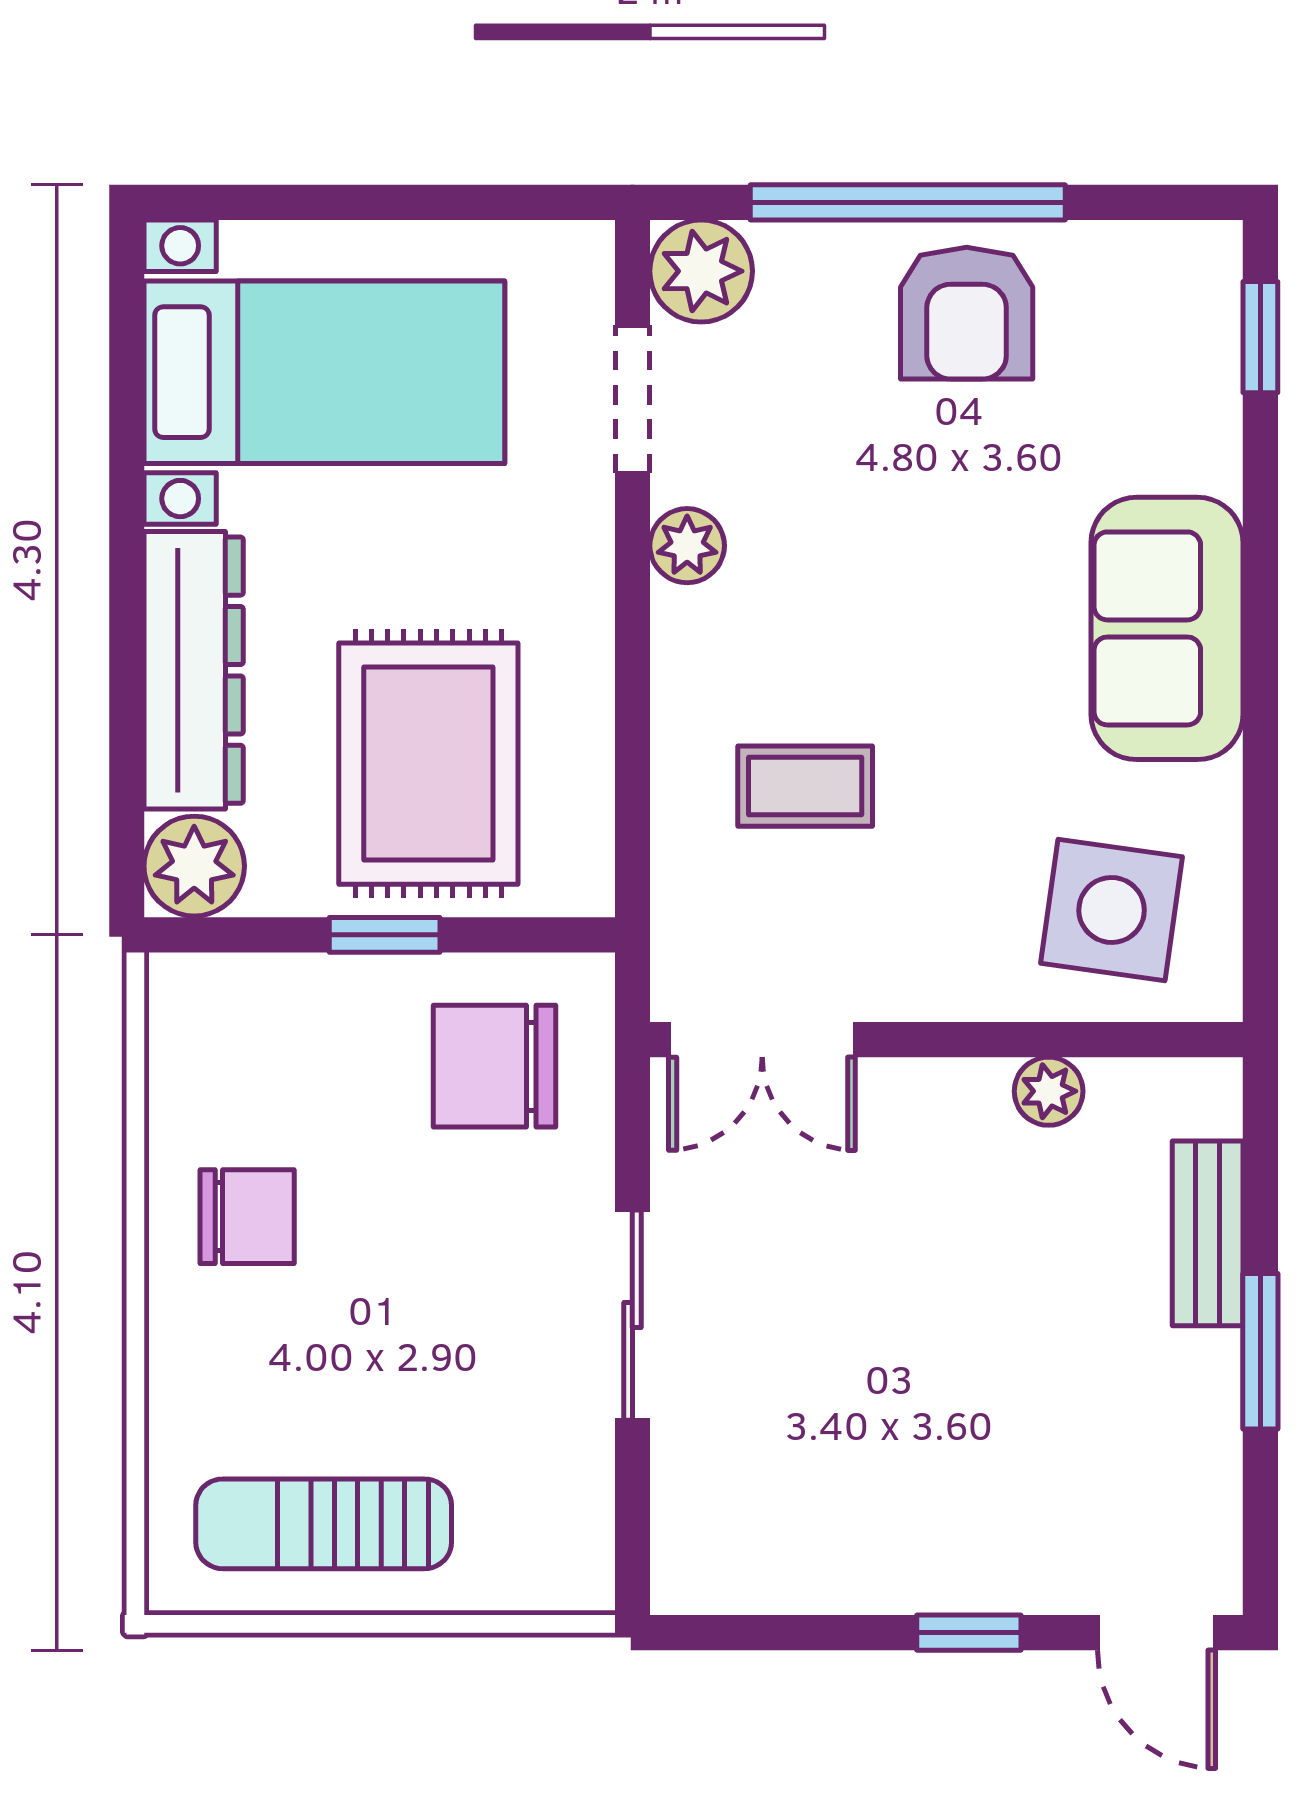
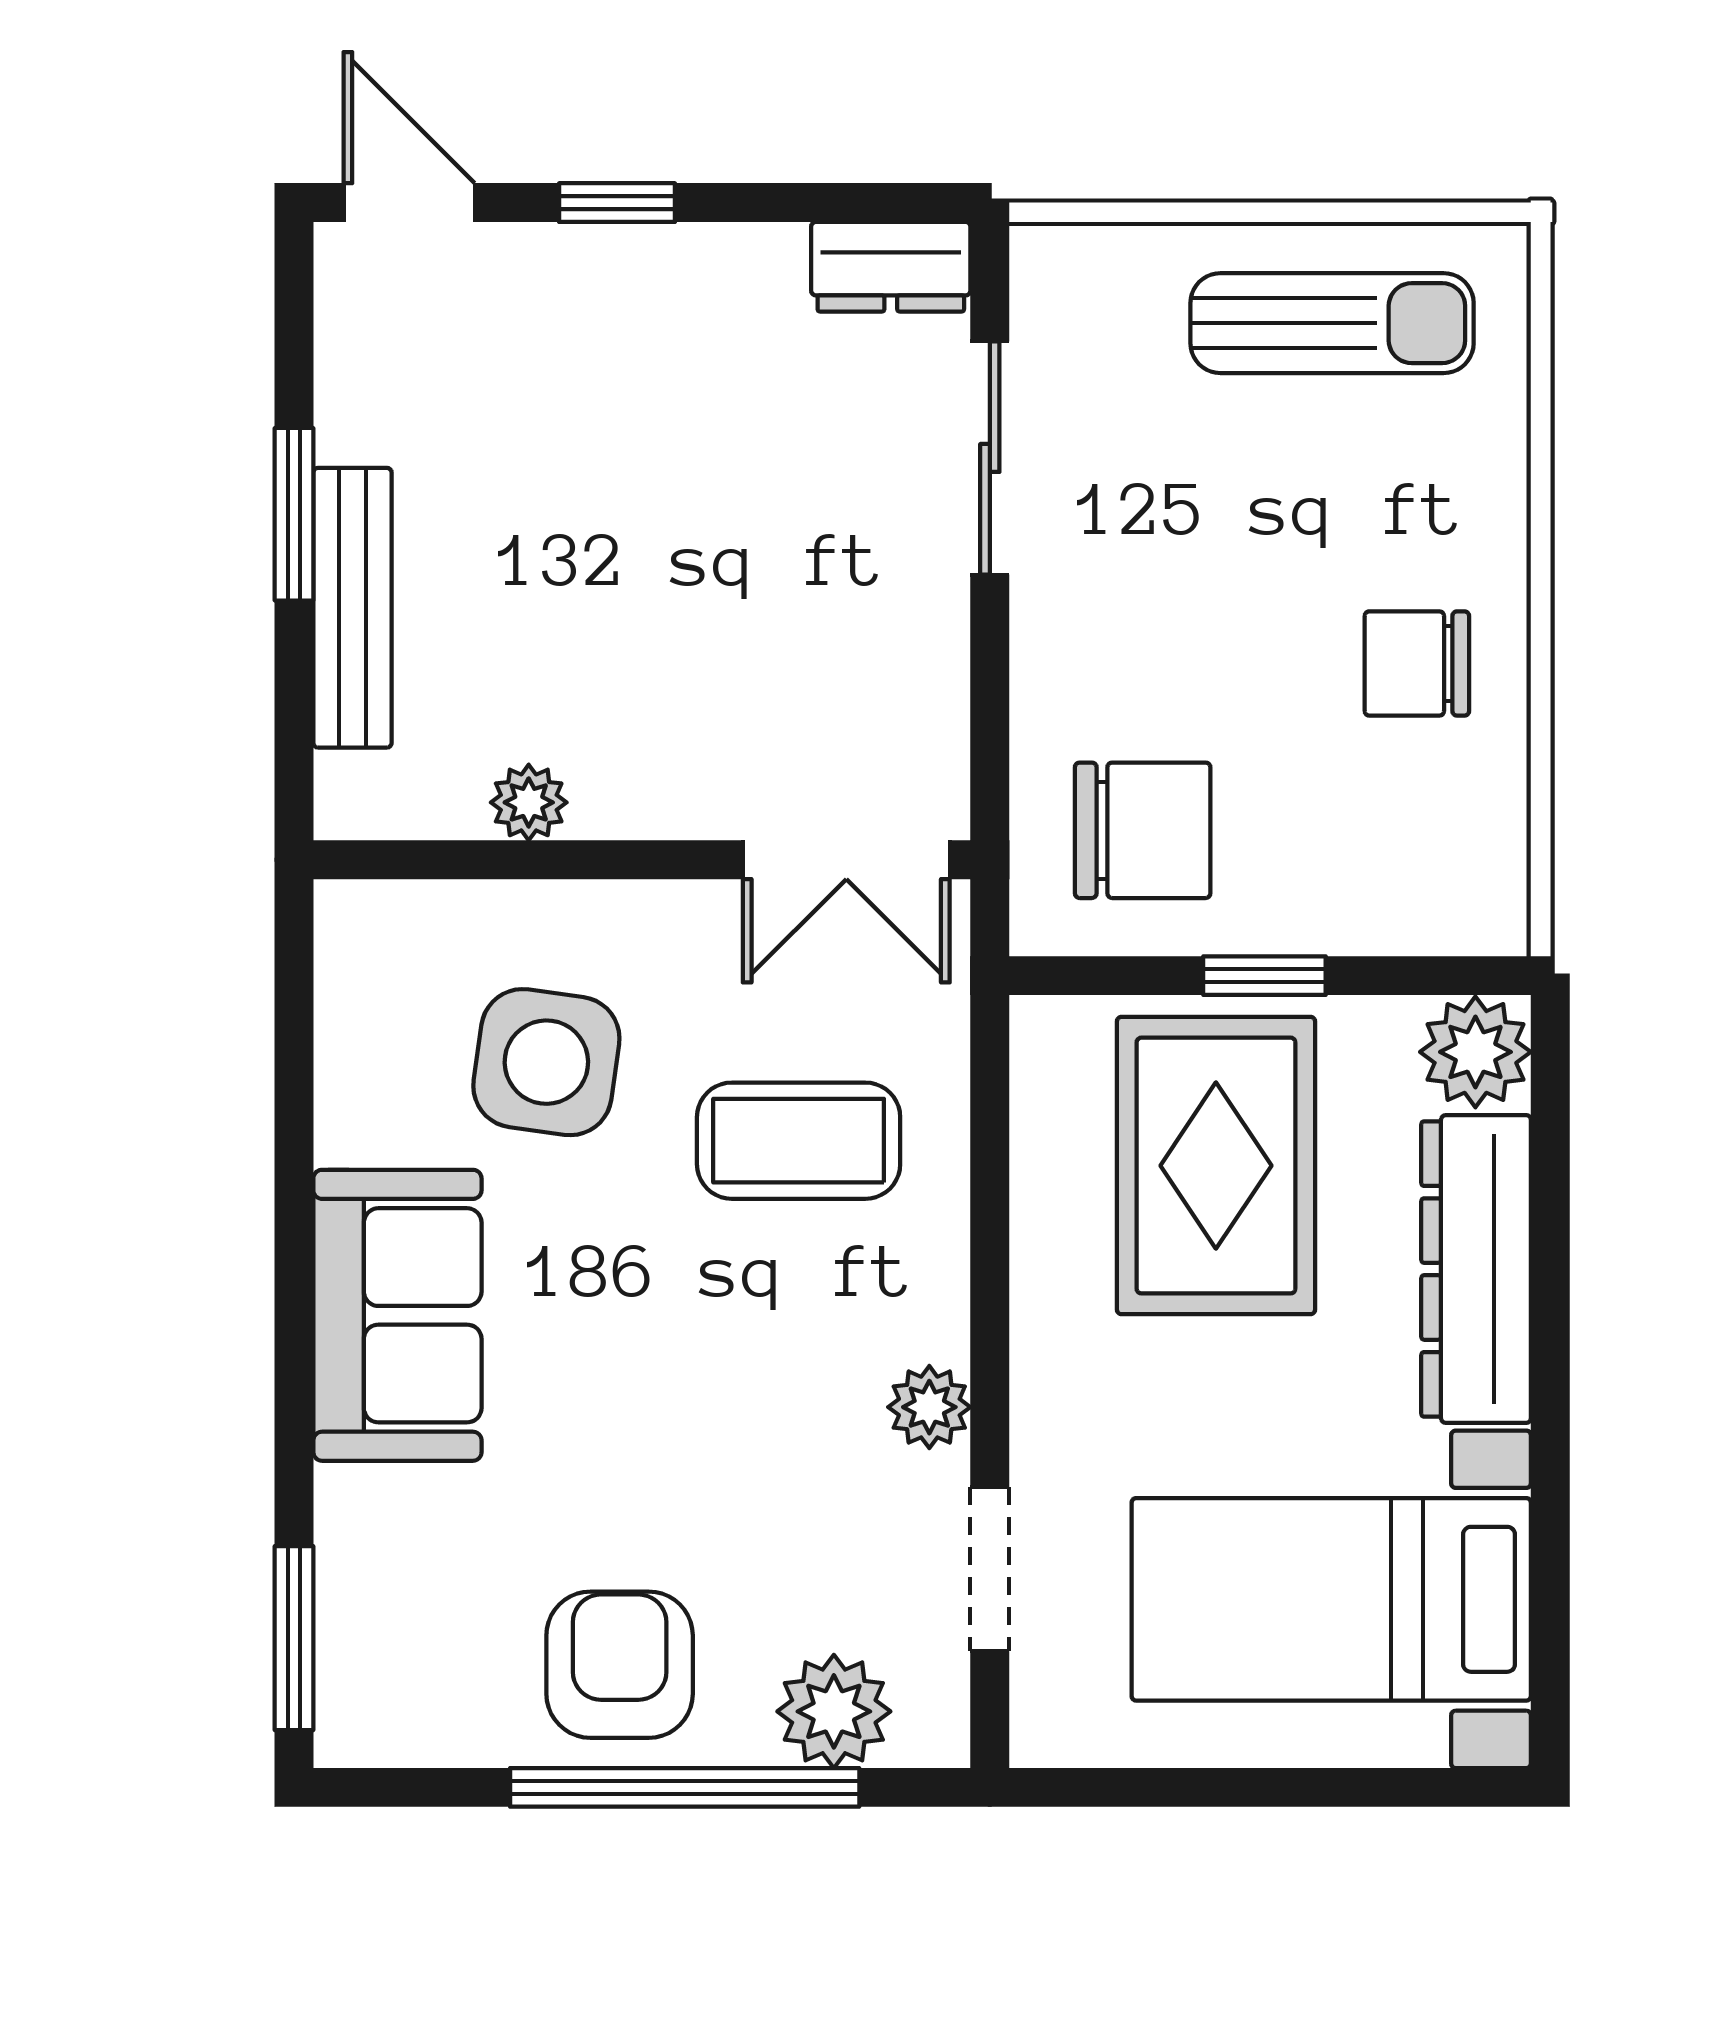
plant: (701, 271) -> (834, 1711), moved
window: (1260, 337) -> (294, 1638), width x1.50
coffee table: (805, 786) -> (799, 1141), width x1.36, depth x1.30
side table: (1112, 910) -> (546, 1062), moved
double door: (762, 1040) -> (846, 860), swing flipped
bench: (1208, 1233) -> (352, 608), width x1.36
sliding door: (632, 1315) -> (990, 458), moved
dresser: (722, 1575) -> (891, 267), added

